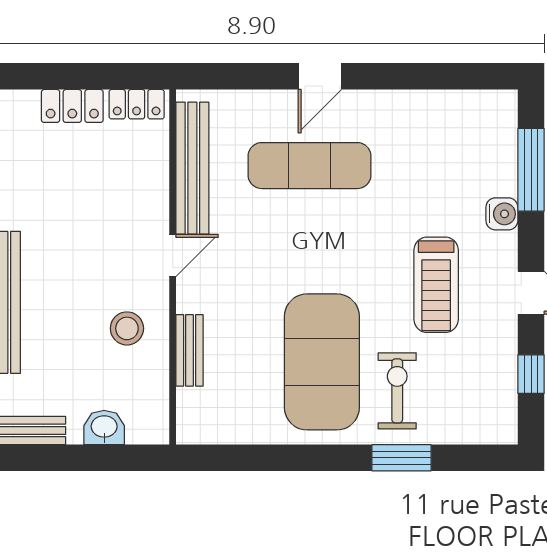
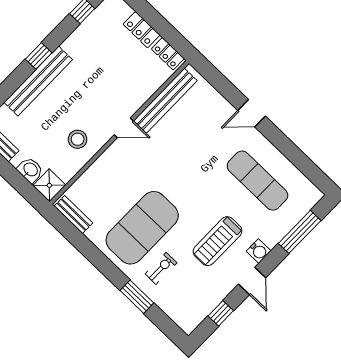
exercise mat: (310, 166) -> (257, 181), moved
water cooler: (502, 214) -> (259, 251), moved
bench: (190, 350) -> (73, 215), moved, turned 90
exercise bike: (397, 391) -> (161, 268), width x0.73, depth x0.72
shower: (148, 423) -> (49, 185), added

